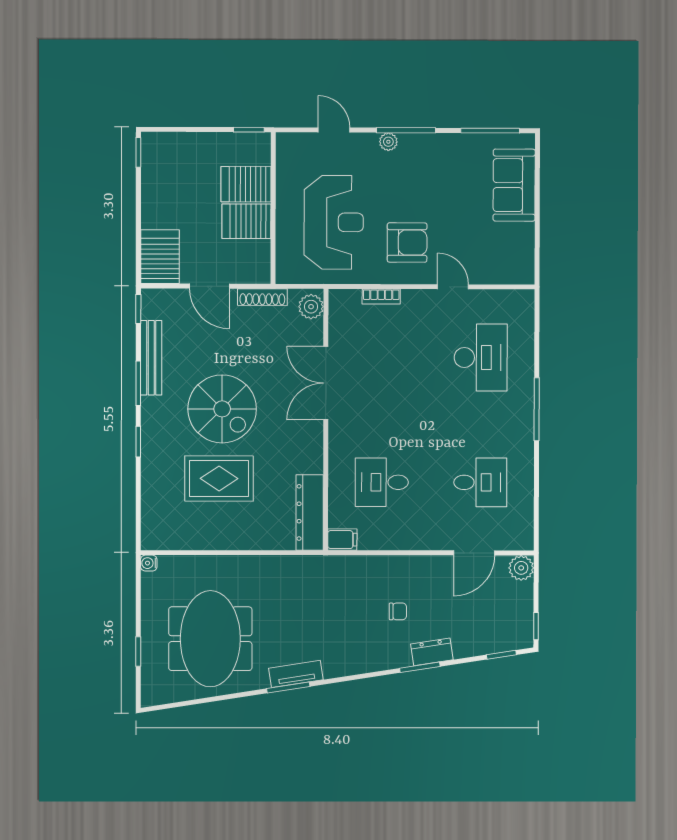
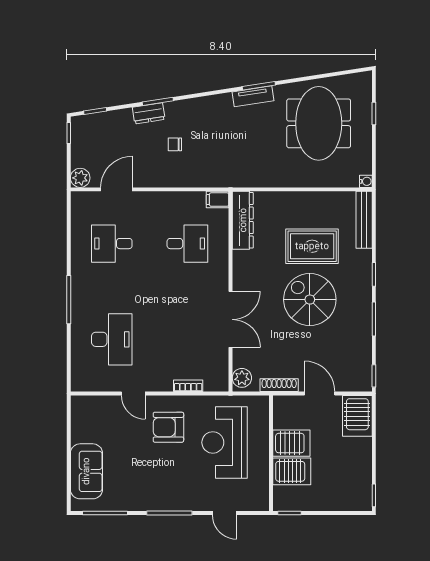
plant: (388, 142) -> (183, 504), removed
bench: (151, 358) -> (364, 220), moved
desk: (481, 358) -> (112, 339), turned 180

